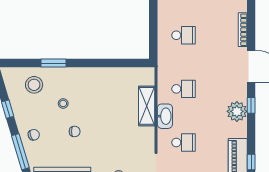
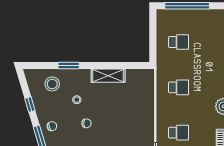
shelving: (147, 106) -> (108, 76), moved, turned 90
washbasin: (165, 116) -> (163, 110), removed

